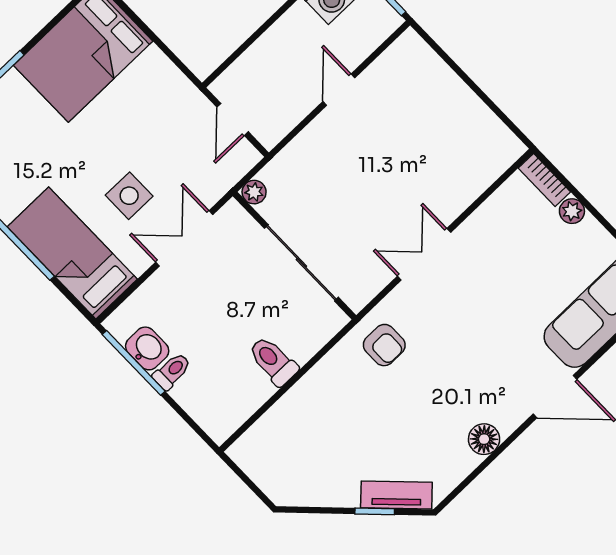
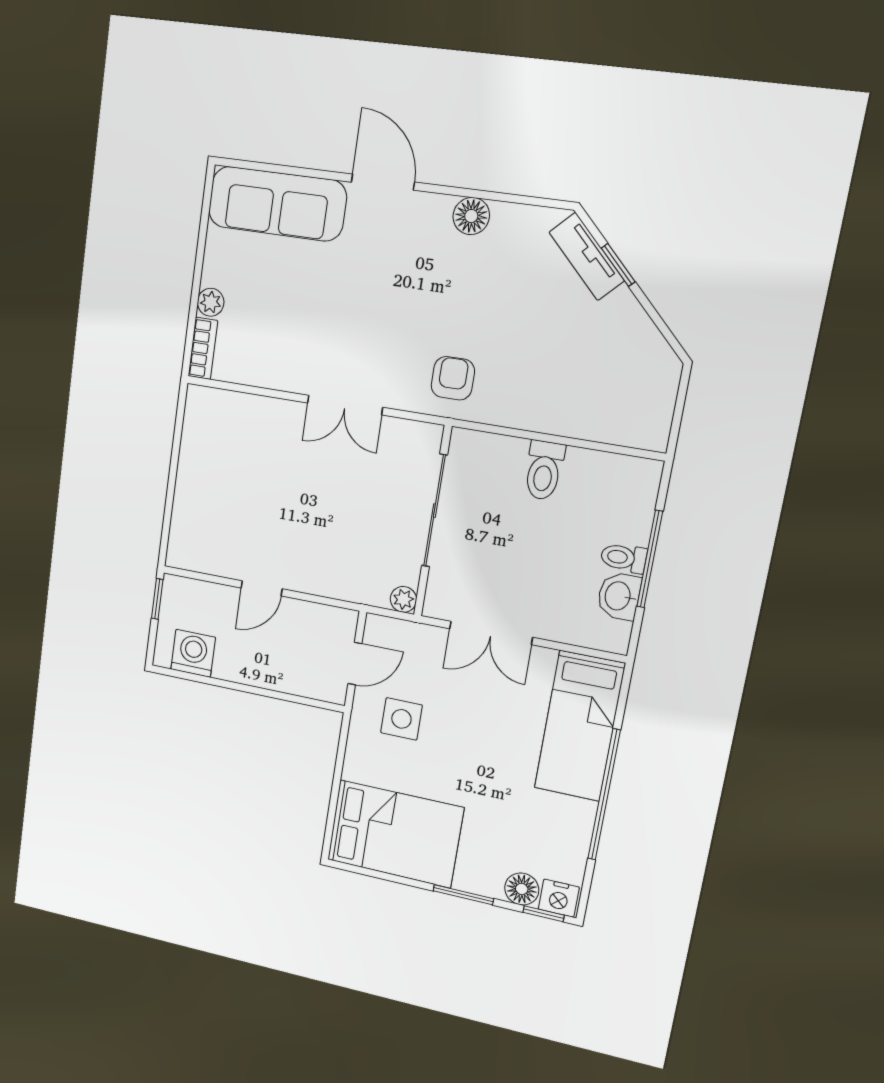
side table: (129, 196) -> (401, 719), moved
window: (134, 363) -> (650, 559), moved

